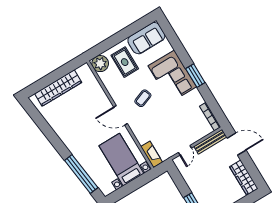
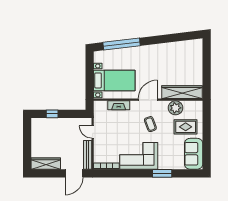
plant: (100, 64) -> (175, 108), moved
corner sofa: (172, 76) -> (139, 156), moved
window: (195, 76) -> (162, 173), moved
wardrobe: (58, 88) -> (182, 92), moved, turned 90
fireplace: (152, 154) -> (119, 105), moved

